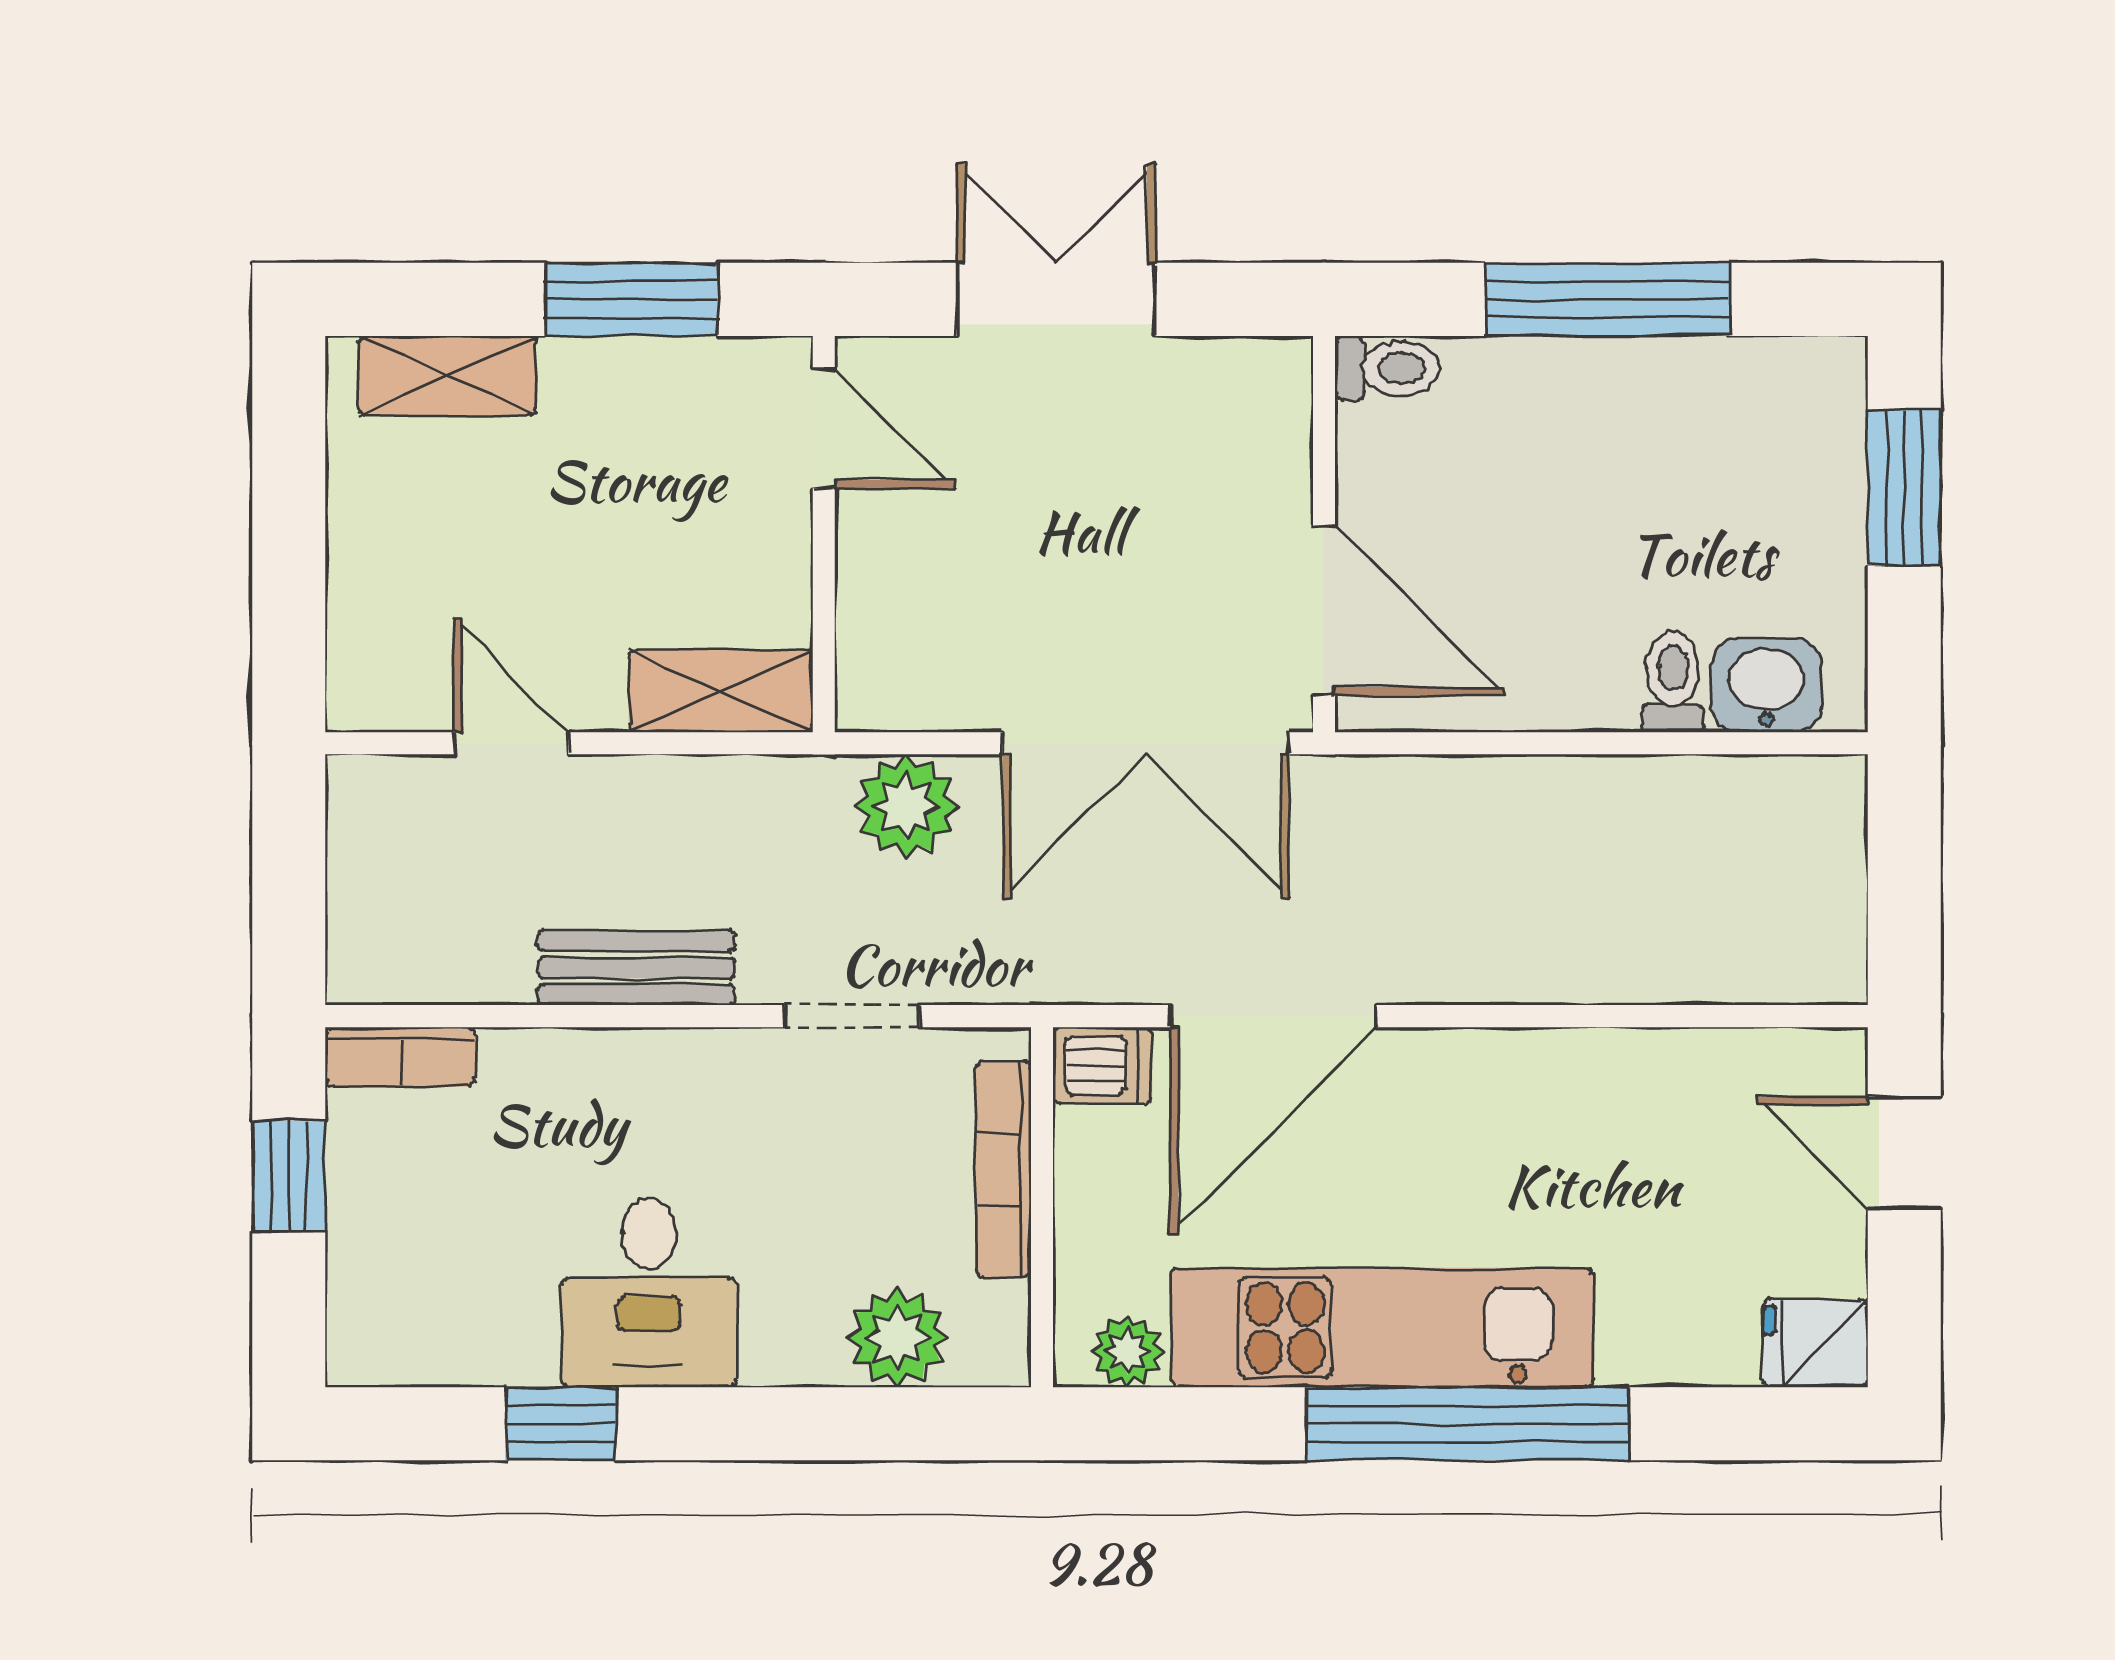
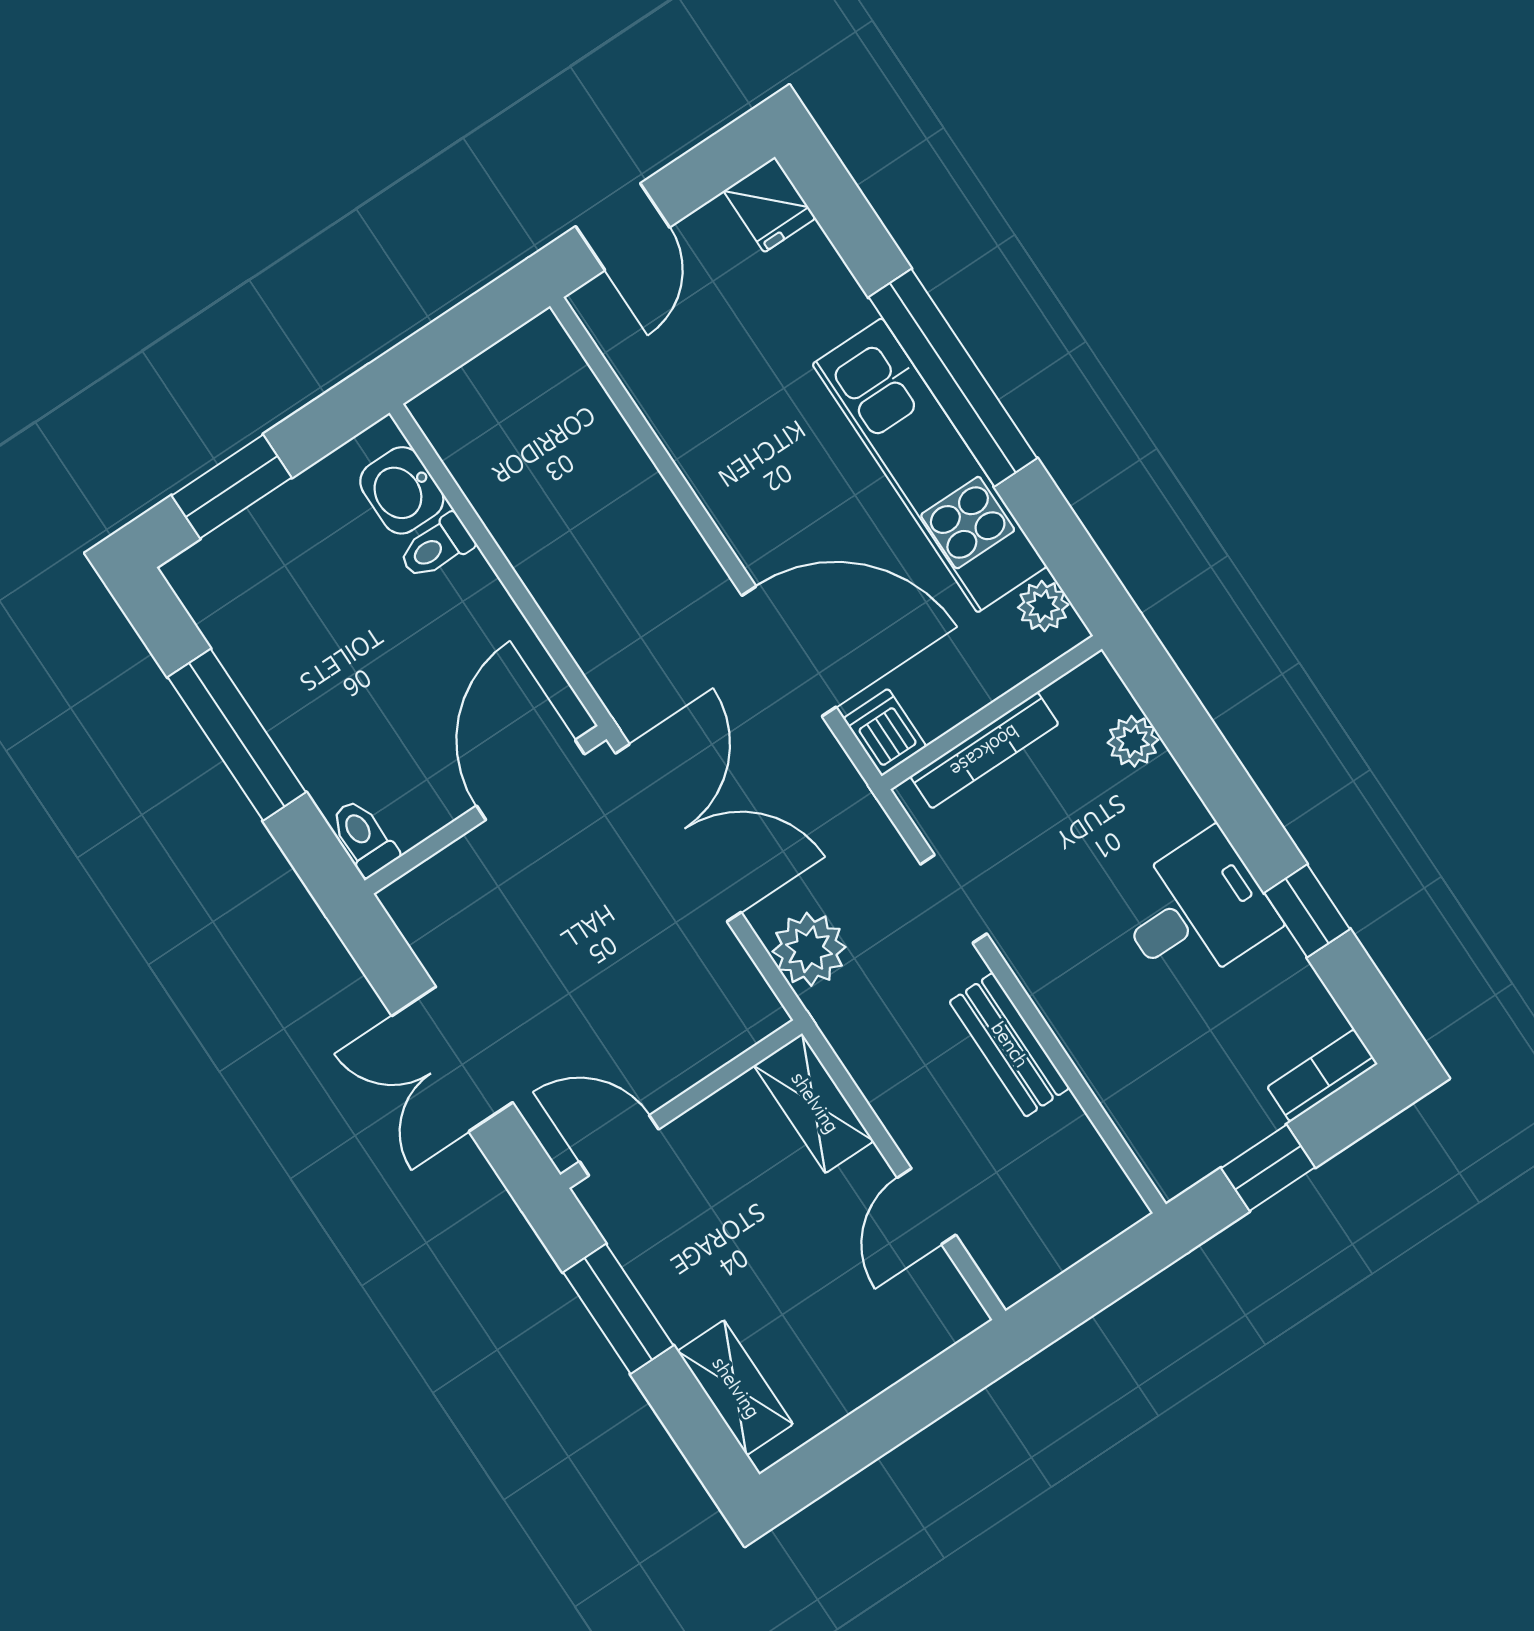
door: (824, 428) -> (619, 1145), hinge flipped
bookcase: (400, 1057) -> (1322, 1075), moved, turned -90
plant: (898, 1338) -> (1133, 741), width x0.73, depth x0.73

